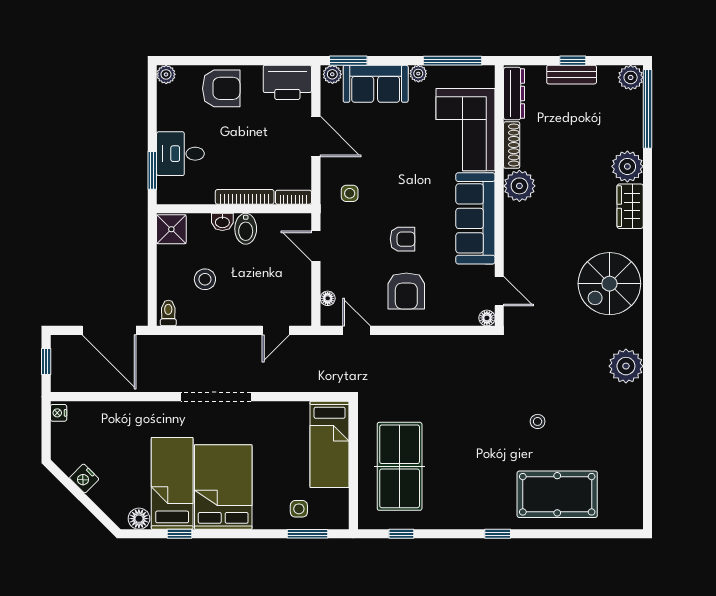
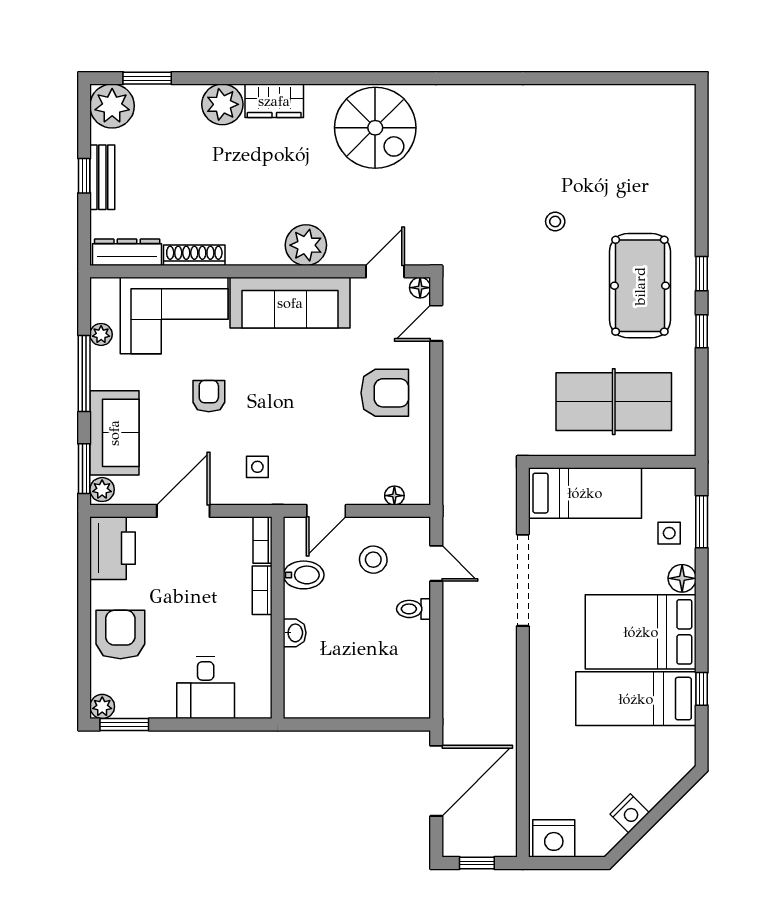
window: (452, 61) -> (84, 374), moved
plant: (418, 74) -> (101, 334), moved
plant: (631, 77) -> (112, 106), width x1.36, depth x1.36
window: (647, 109) -> (147, 78), width x0.47
window: (152, 170) -> (124, 725), moved
plant: (519, 186) -> (306, 245), moved
bookcase: (245, 197) -> (262, 590), width x0.64
shower: (171, 229) -> (304, 700), removed
bidet: (246, 229) -> (304, 575), moved
armchair: (403, 239) -> (209, 396), moved
stool: (205, 279) -> (373, 560), moved
toilet: (168, 313) -> (414, 609), moved
door: (357, 330) -> (436, 323), moved
plant: (626, 366) -> (483, 106), removed
doorway: (216, 397) -> (523, 580), moved
nightstand: (59, 413) -> (554, 838), width x1.89, depth x1.79
pool table: (557, 494) -> (640, 286), moved
floor lamp: (139, 519) -> (682, 578), moved
window: (401, 534) -> (702, 331), moved

